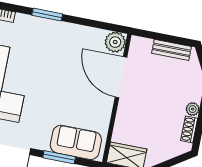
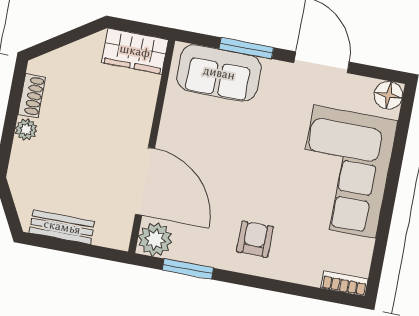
window: (47, 15) -> (188, 269), moved
armchair: (55, 42) -> (255, 239), added

